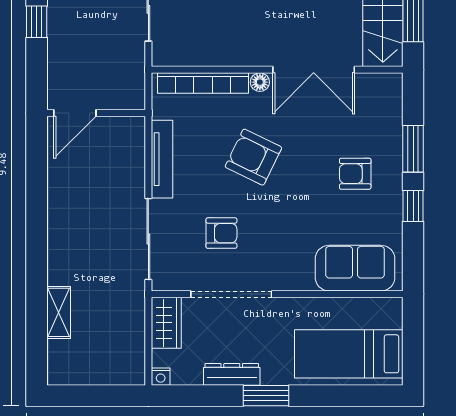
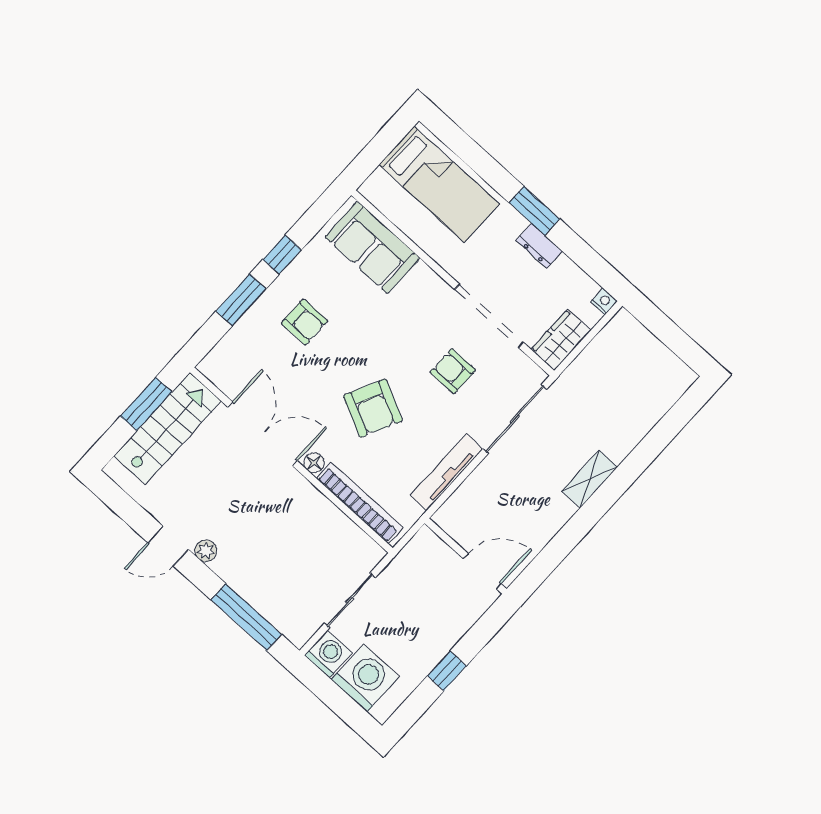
shelving: (59, 312) -> (590, 479), moved
dresser: (232, 374) -> (539, 246), width x0.70

